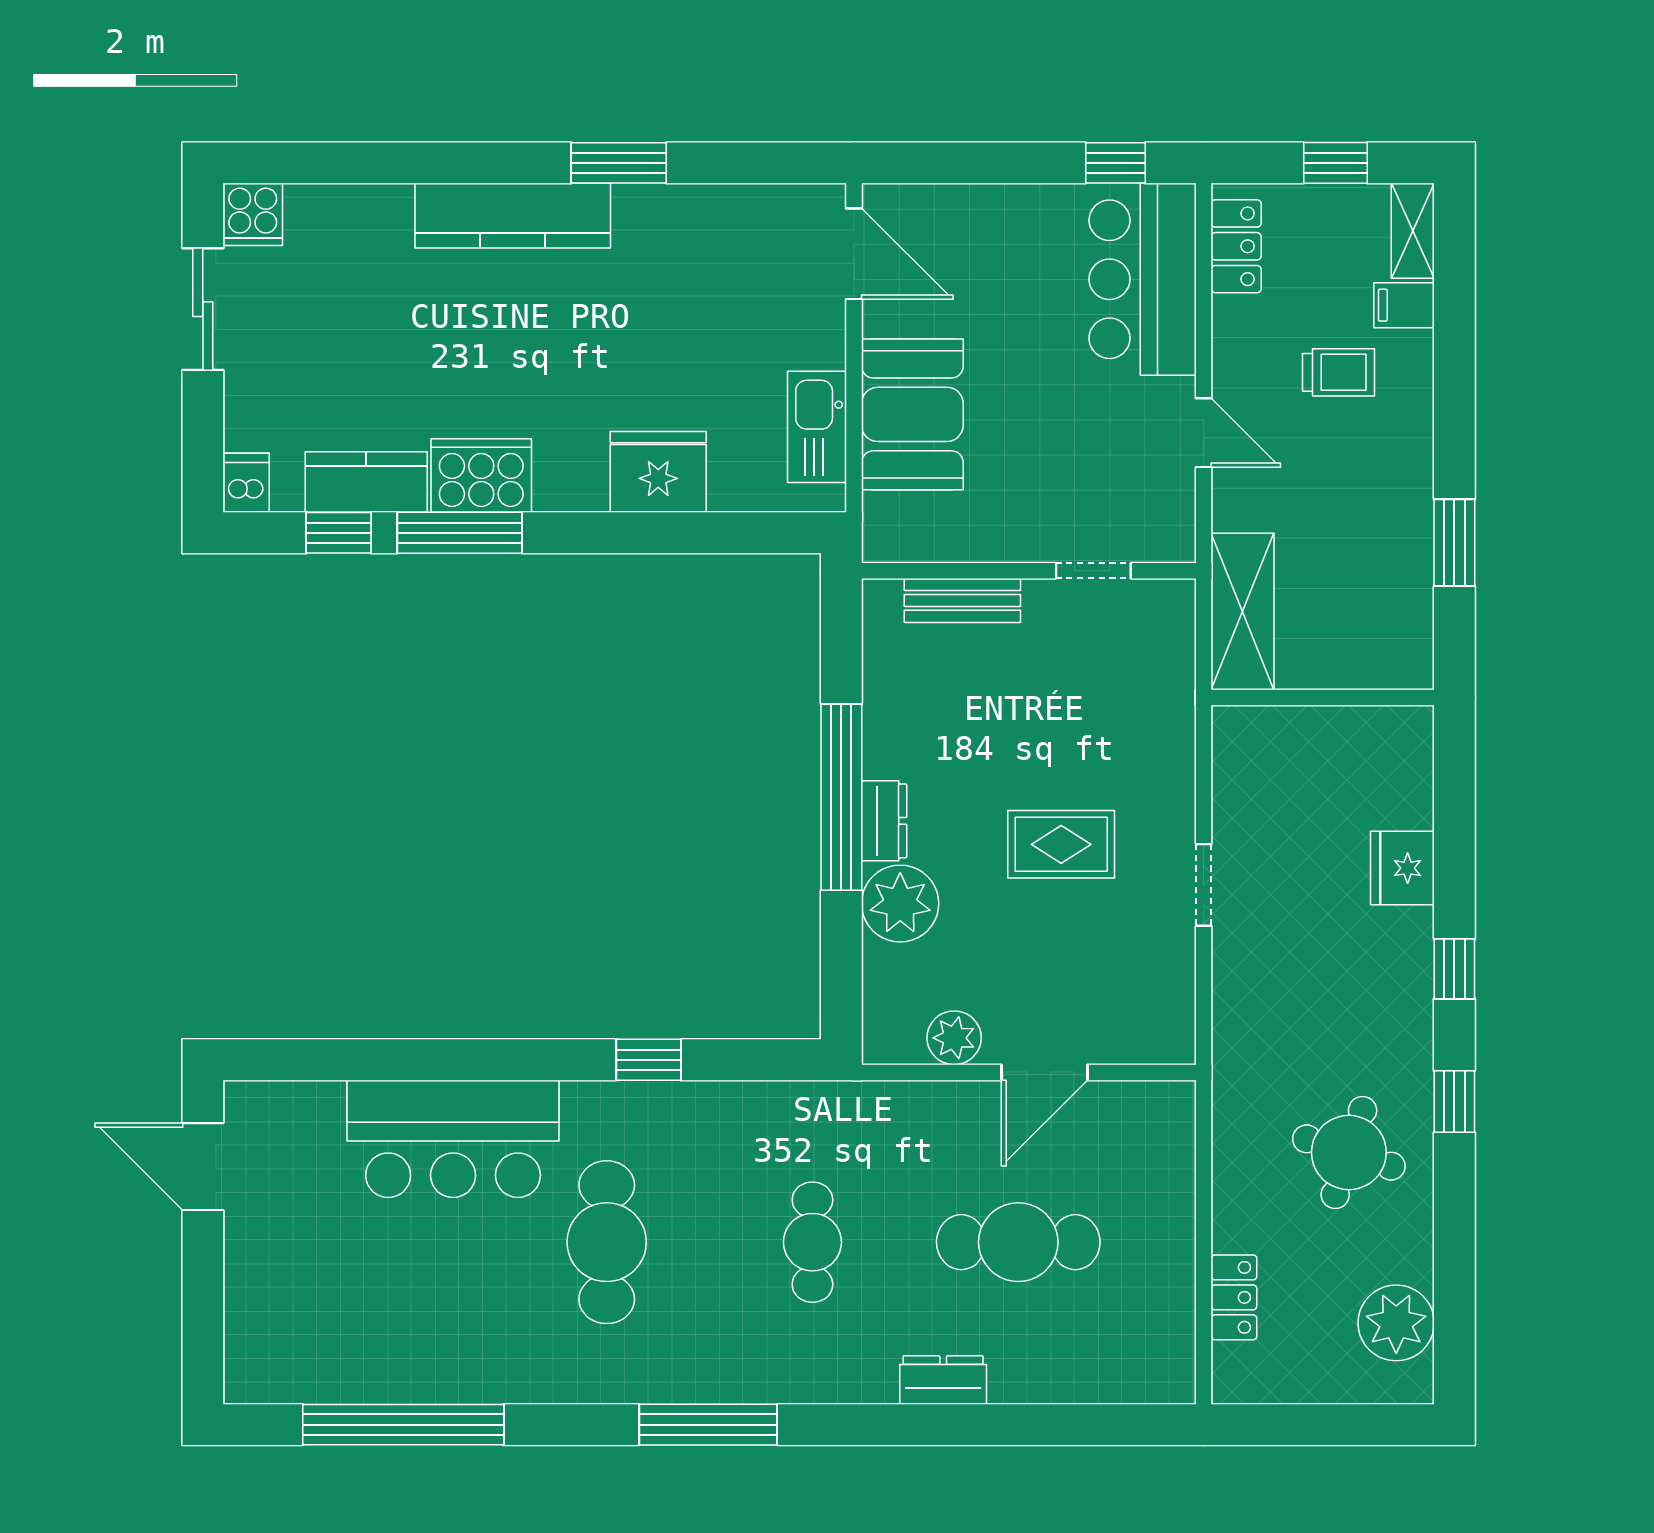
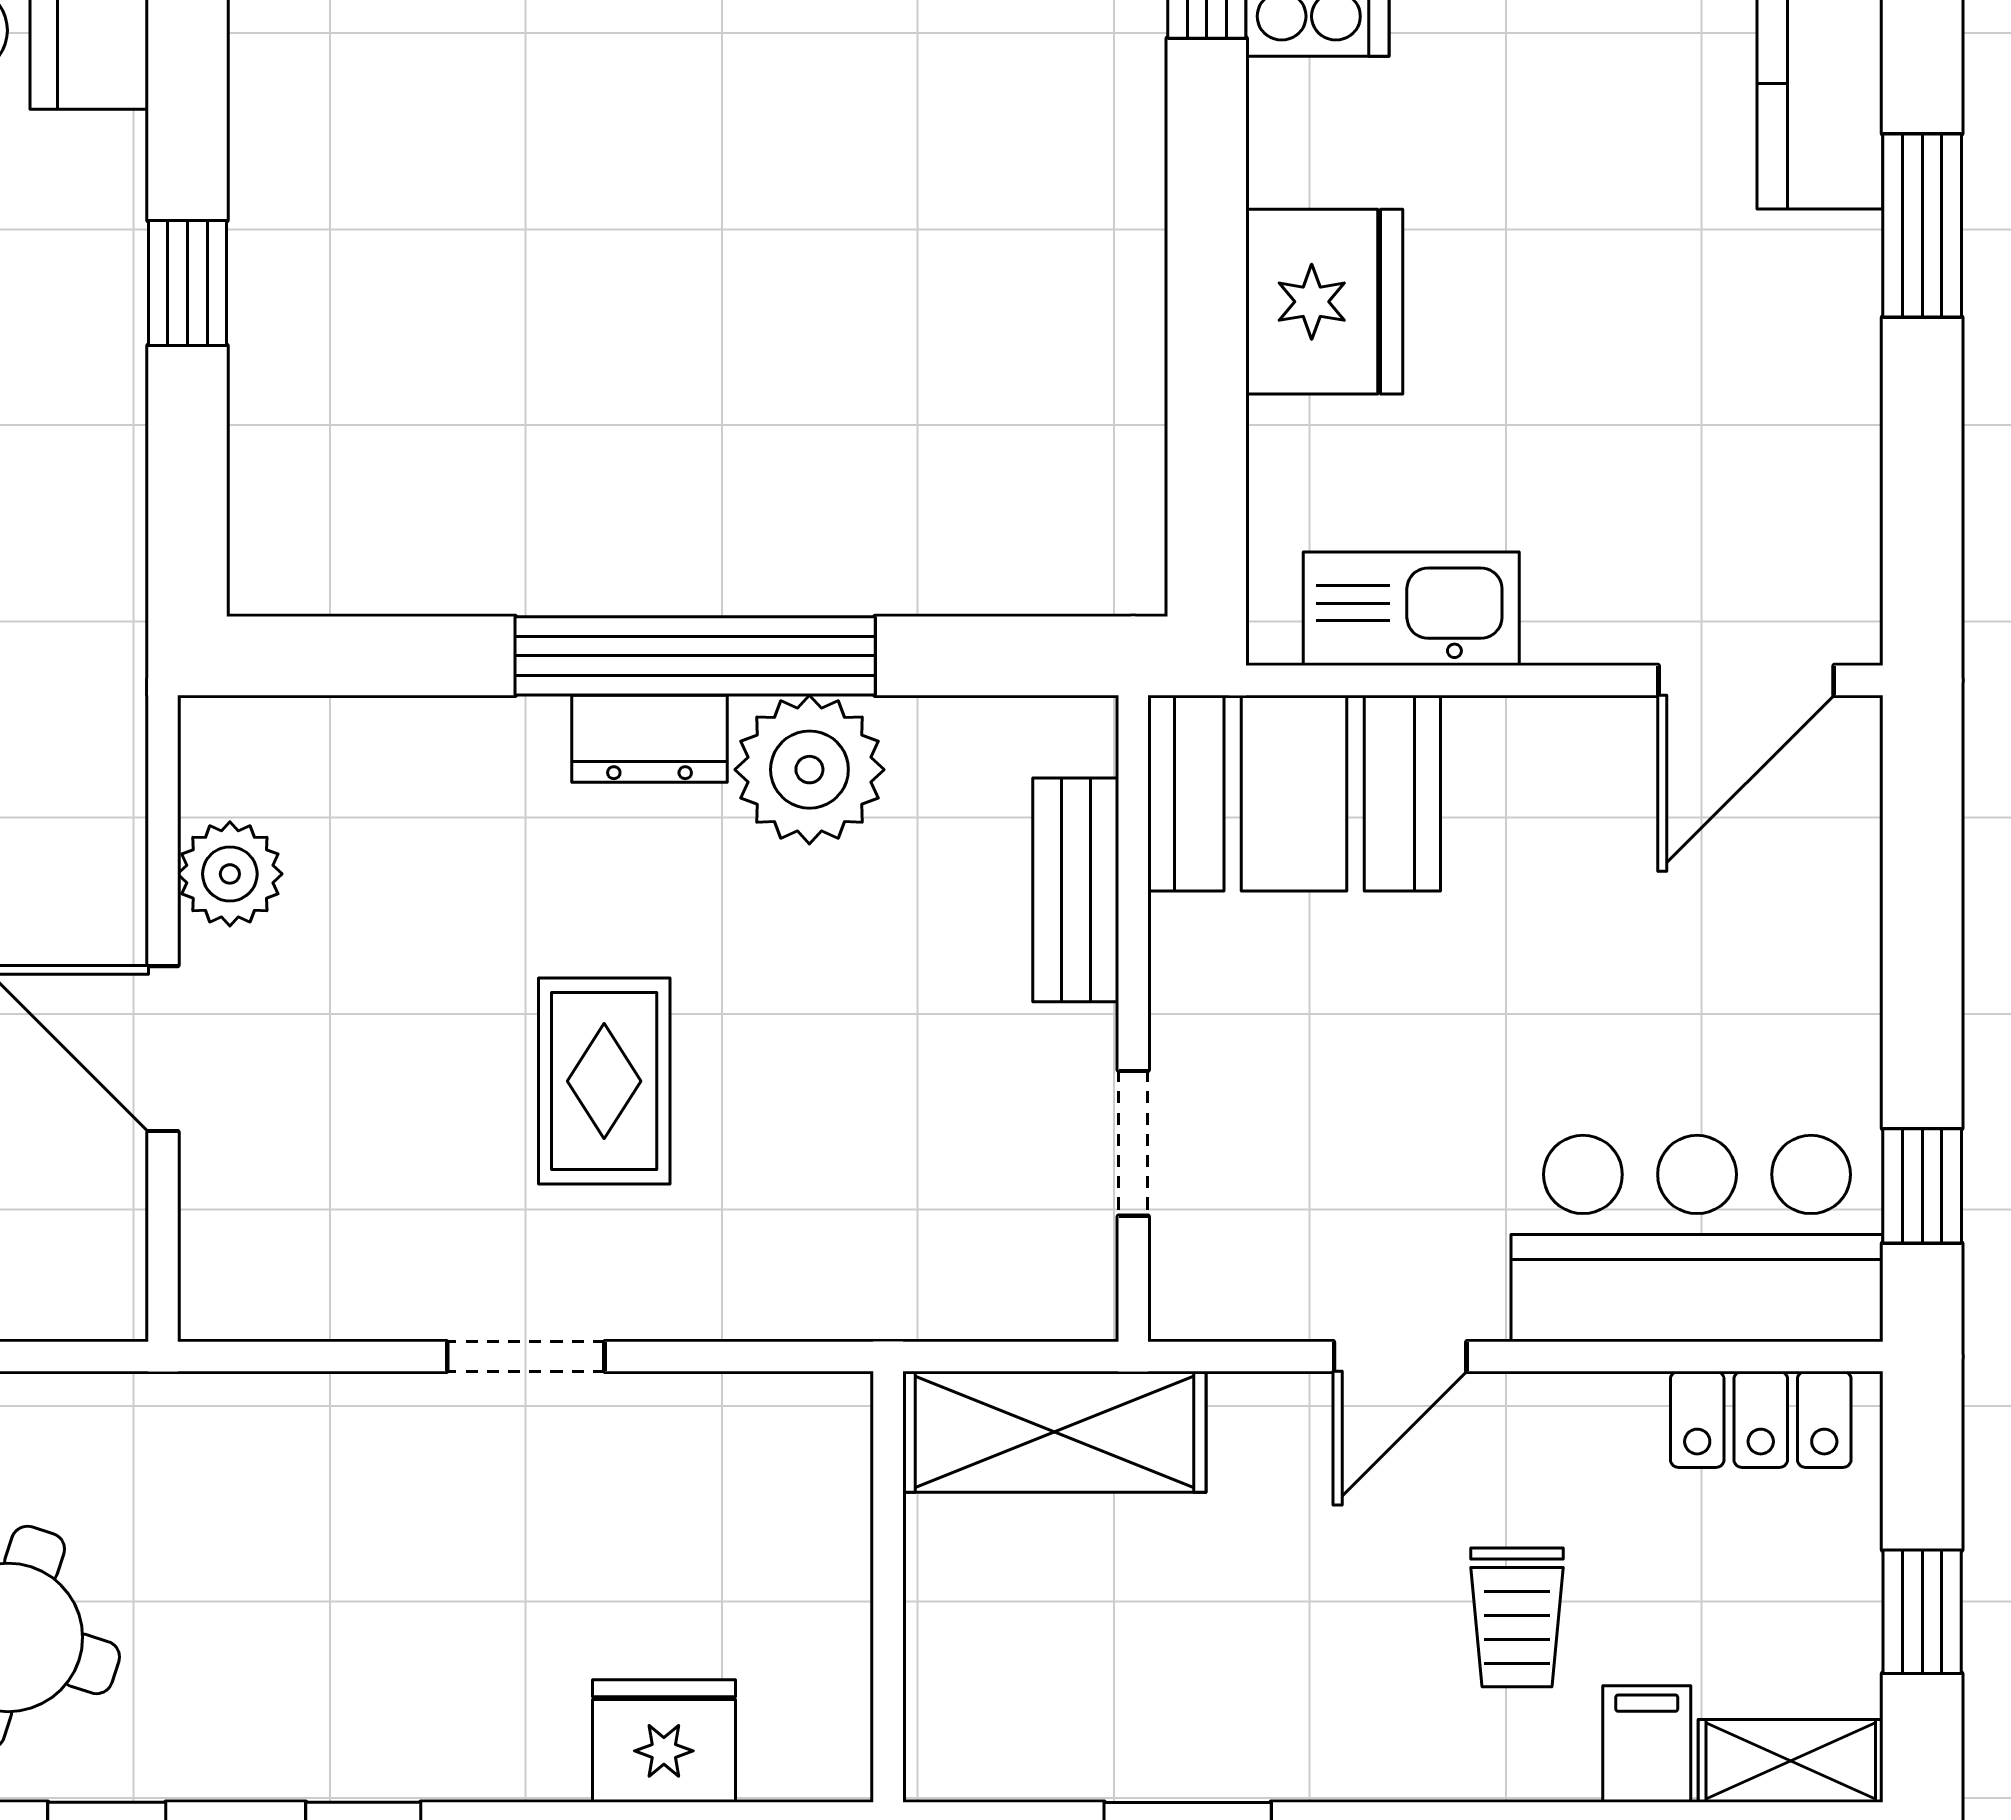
booth: (912, 414) -> (1294, 793), moved
fridge: (1402, 868) -> (664, 1741), moved
plant: (900, 904) -> (809, 770), moved

